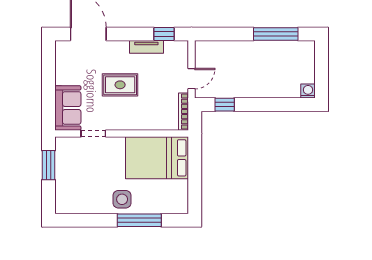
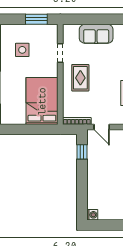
rug: (120, 85) -> (80, 78), moved
sofa: (68, 108) -> (96, 34), moved
side table: (122, 199) -> (22, 50), moved

